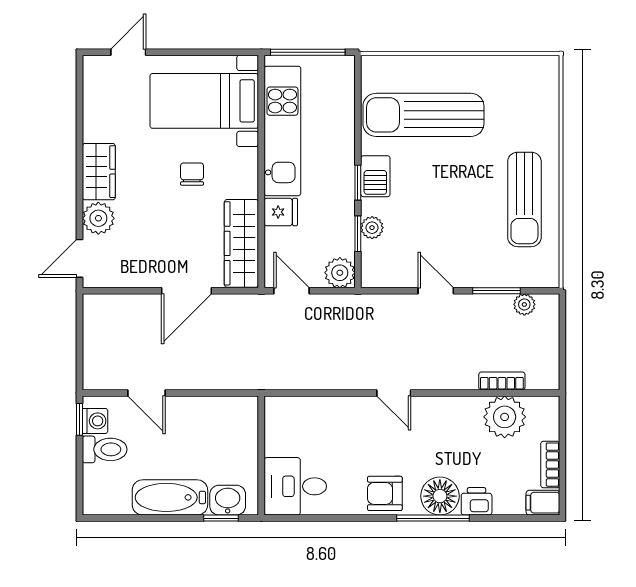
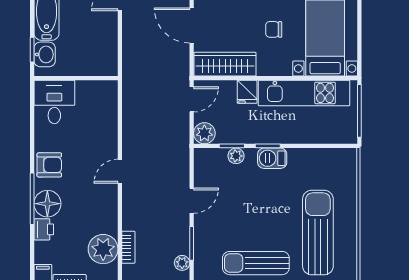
sun lounger: (423, 115) -> (318, 233), moved
chair: (192, 174) -> (274, 29), turned 180
armchair: (385, 493) -> (49, 165), turned 90

